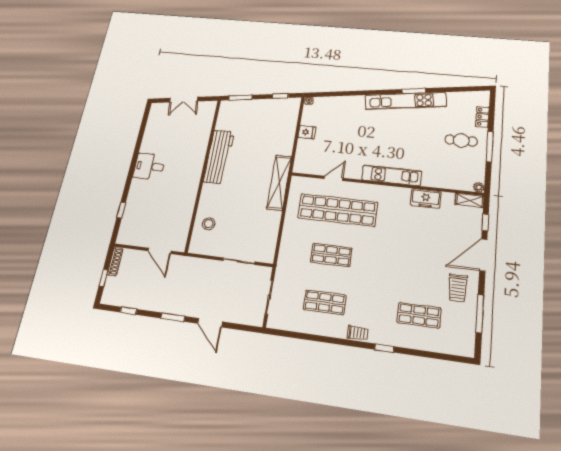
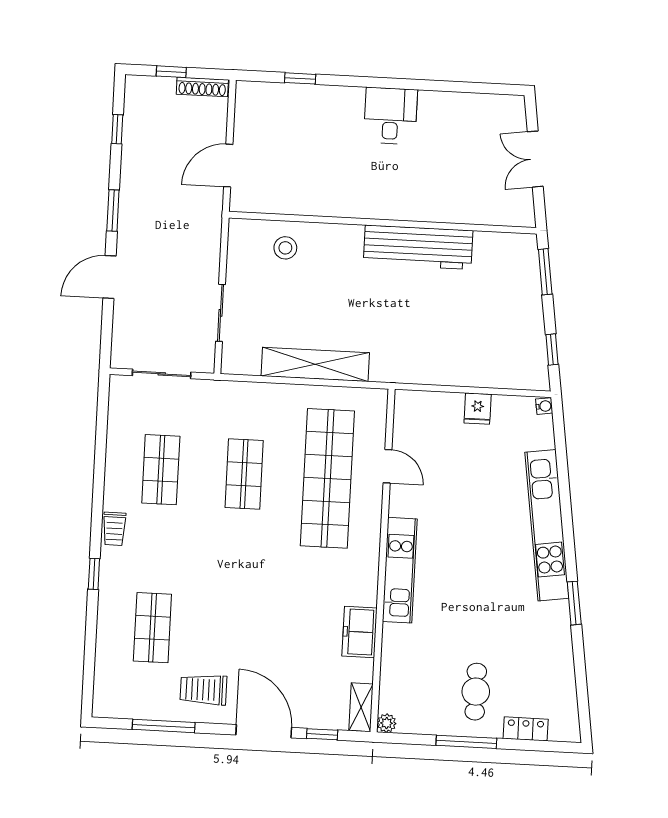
kitchen unit: (405, 101) -> (547, 525), moved
shelving: (279, 183) -> (315, 364), moved

